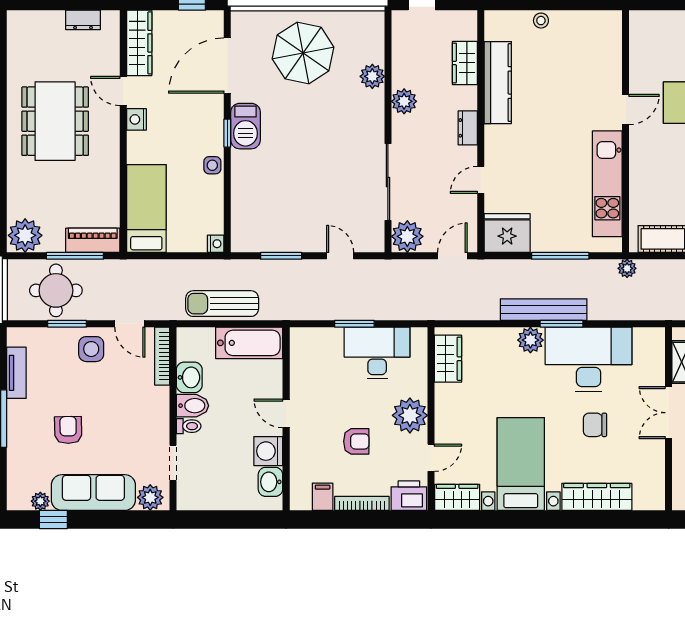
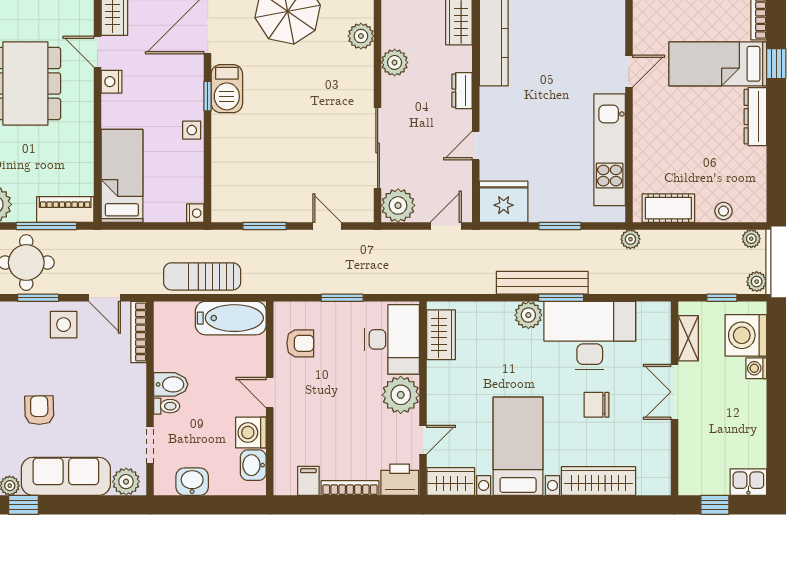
window: (560, 256) -> (560, 226), width x0.69
desk: (377, 353) -> (392, 339), moved, turned 90
washbasin: (189, 377) -> (192, 482), moved, turned -90
armchair: (356, 441) -> (300, 343), moved

